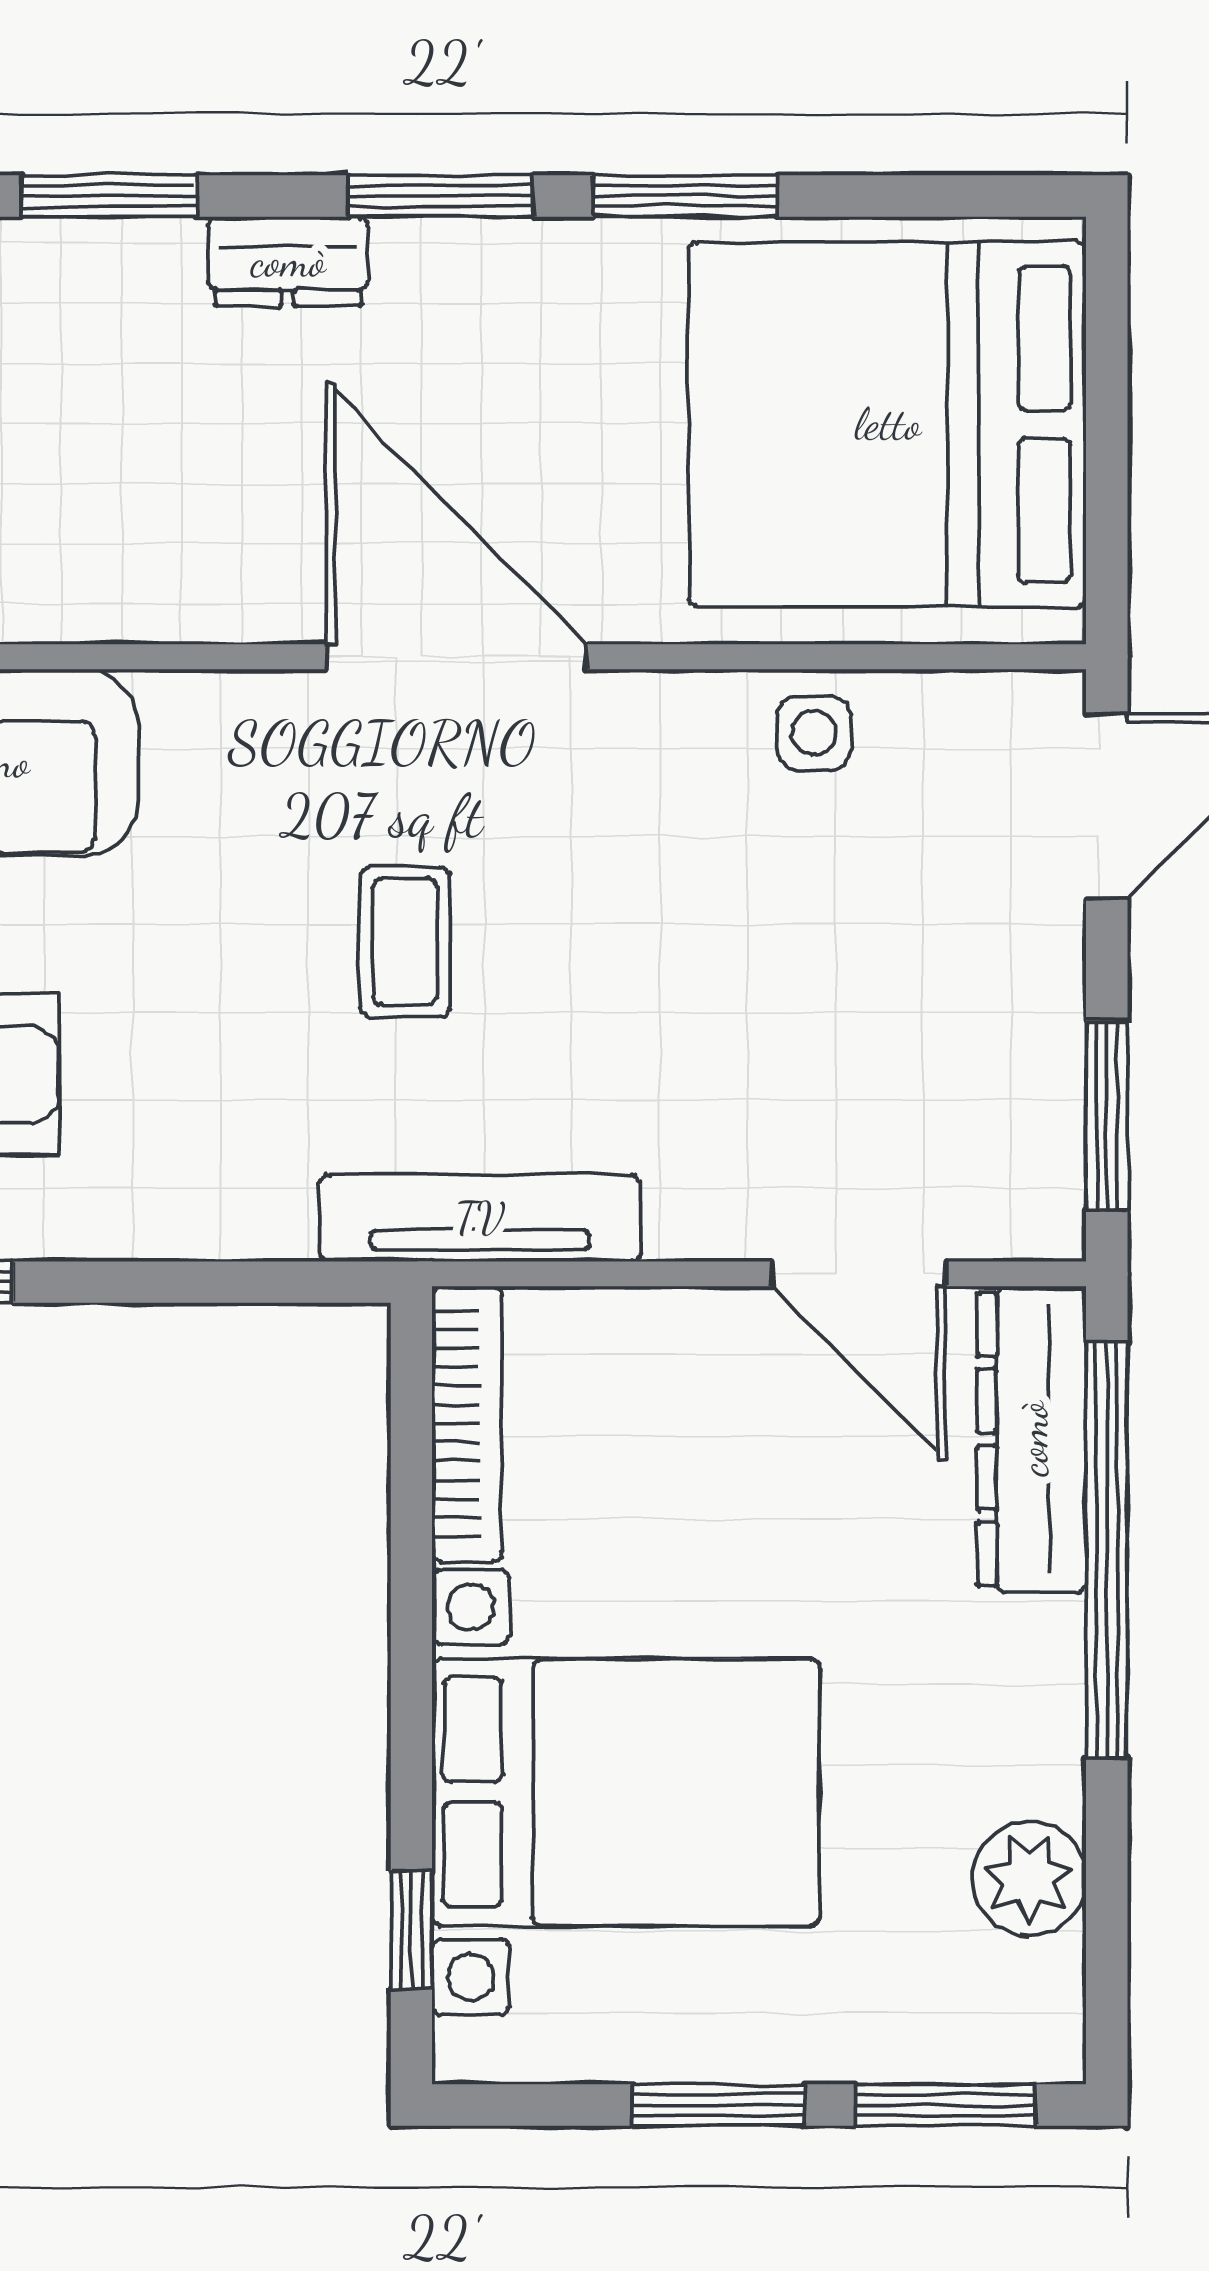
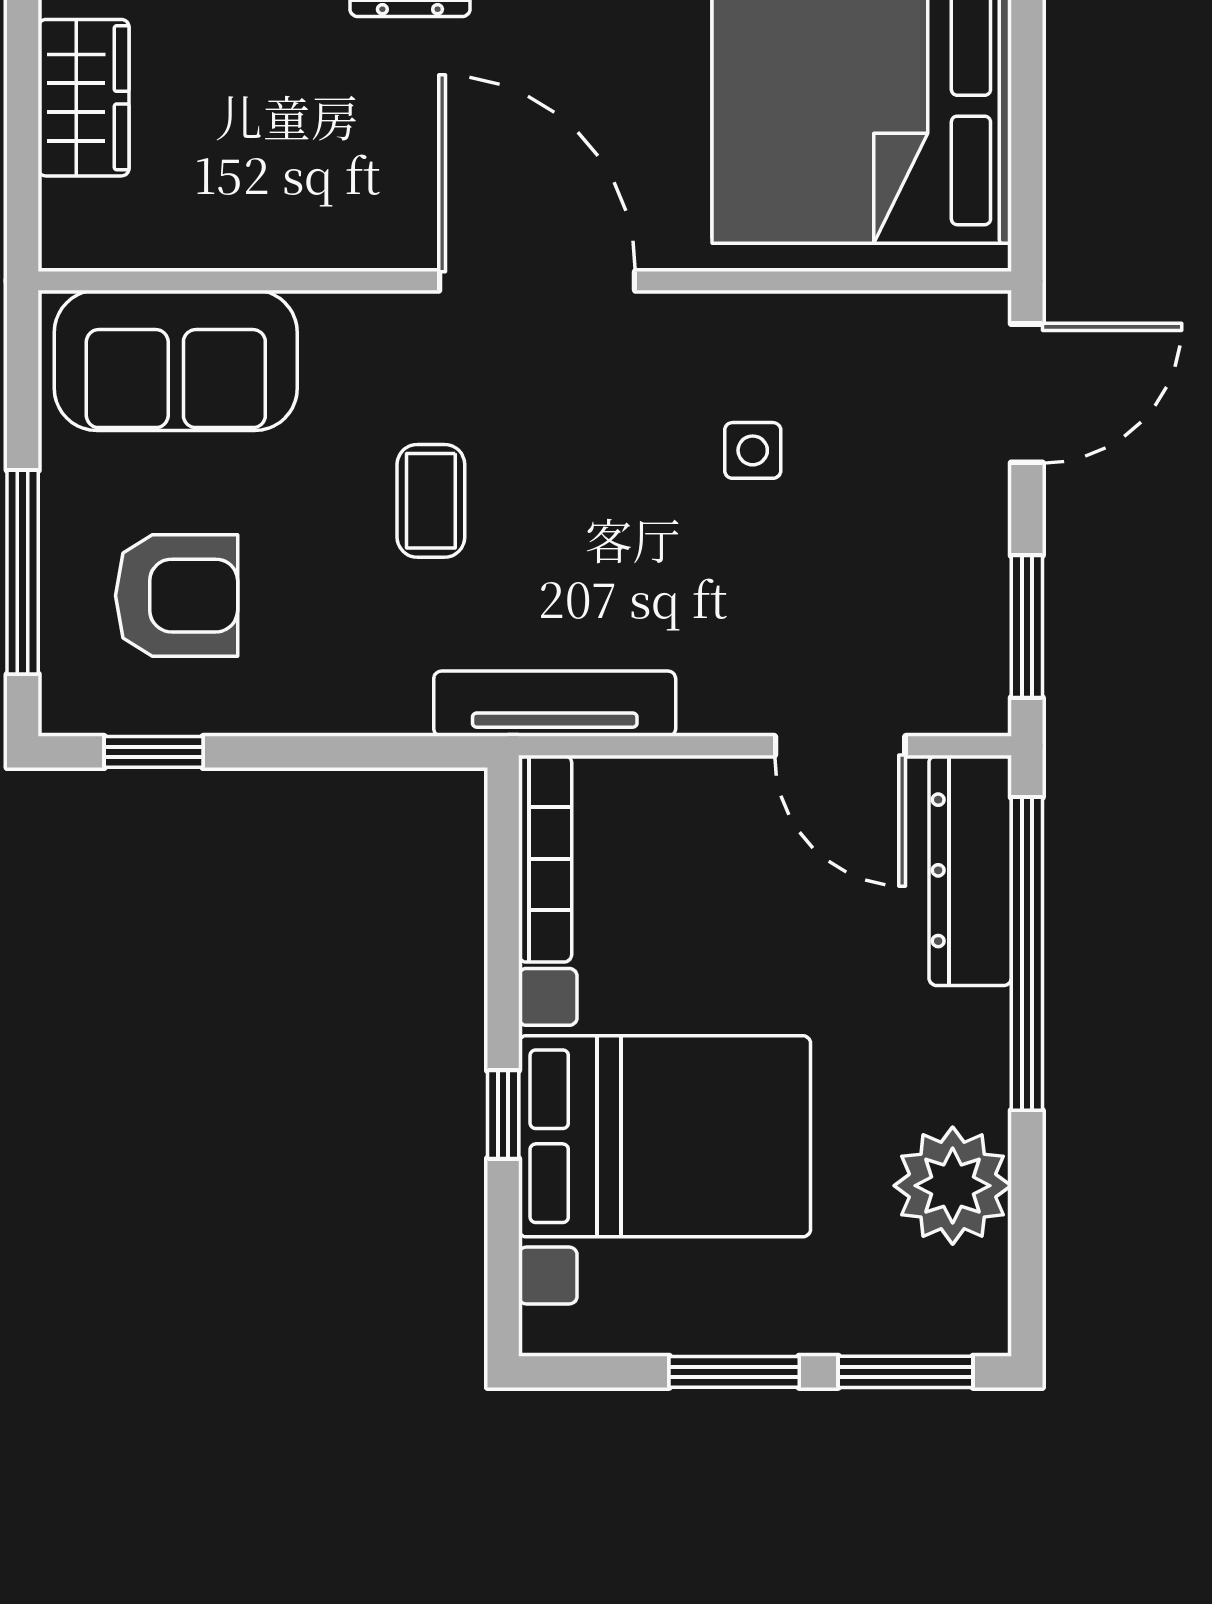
side table: (814, 733) -> (753, 450), moved
coffee table: (405, 942) -> (431, 501), moved
plant: (1029, 1879) -> (953, 1186), width x1.36, depth x1.36
window: (411, 1930) -> (503, 1115), moved

